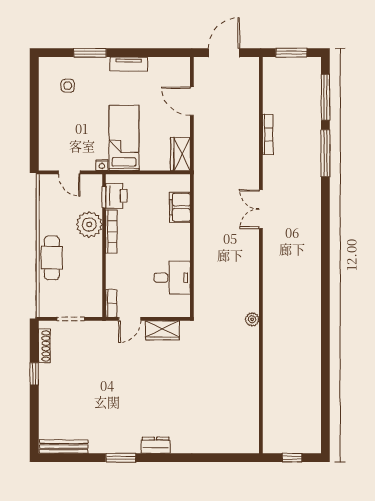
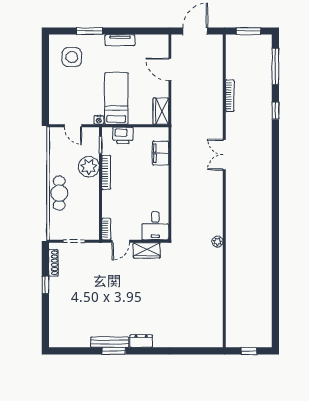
side table: (68, 86) -> (72, 57), width x1.87, depth x1.87
window: (325, 153) -> (275, 111), width x0.46
printer: (116, 196) -> (123, 135), moved, turned 90
desk: (172, 278) -> (155, 226), moved, turned 90
bench: (64, 447) -> (110, 342), moved

